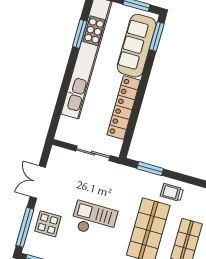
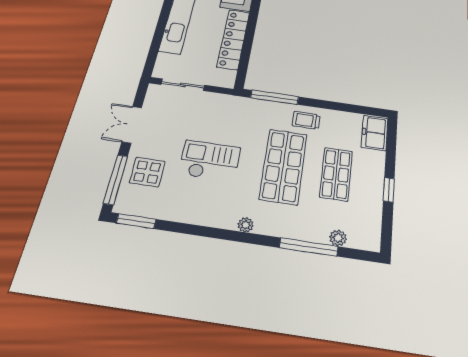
sliding door: (93, 153) -> (183, 85), moved
window: (150, 169) -> (275, 97), width x1.44

